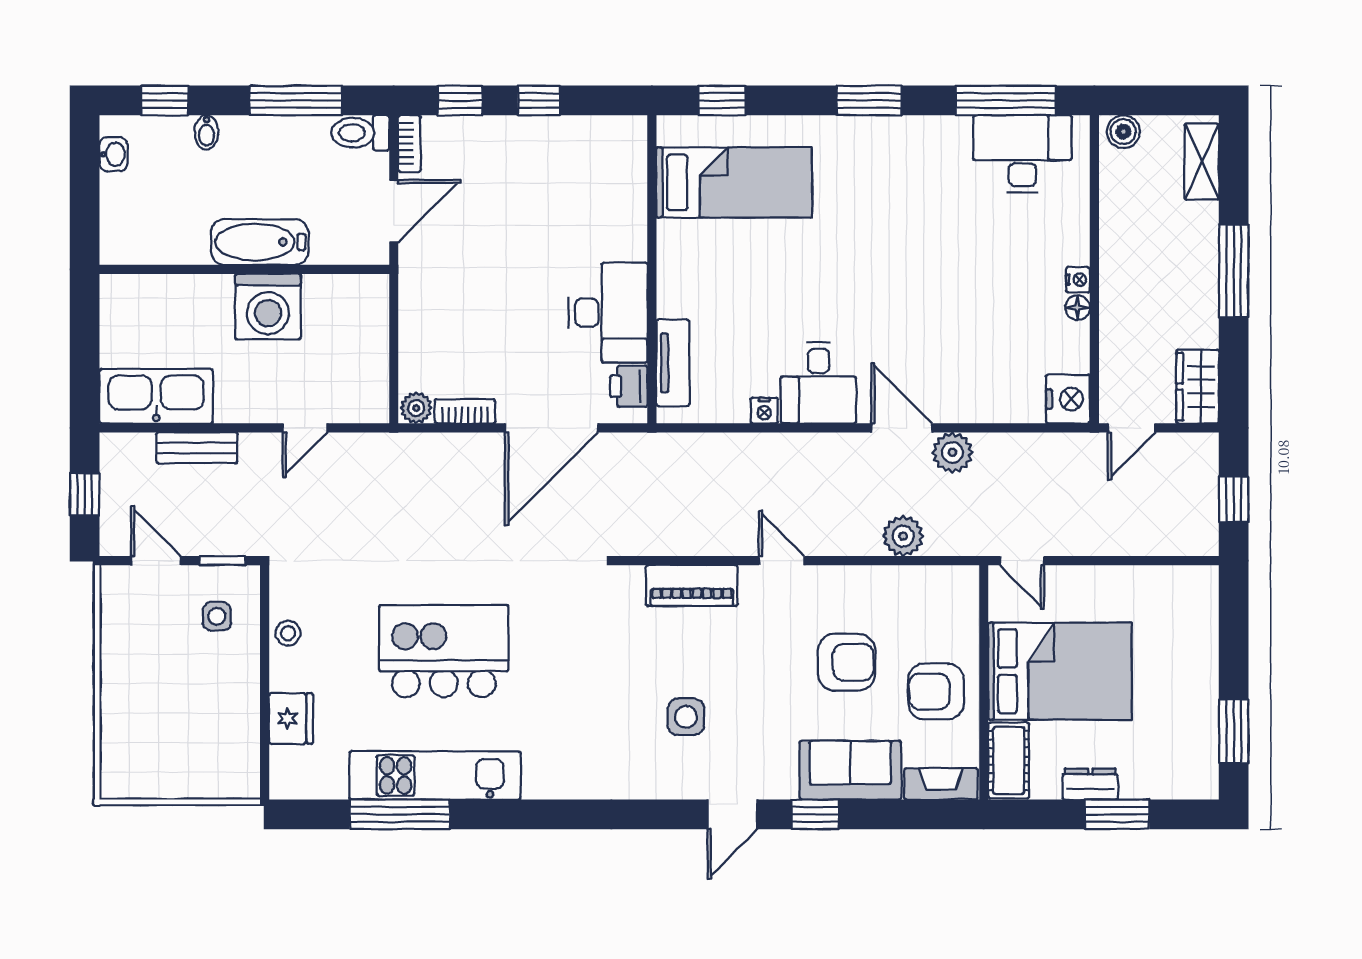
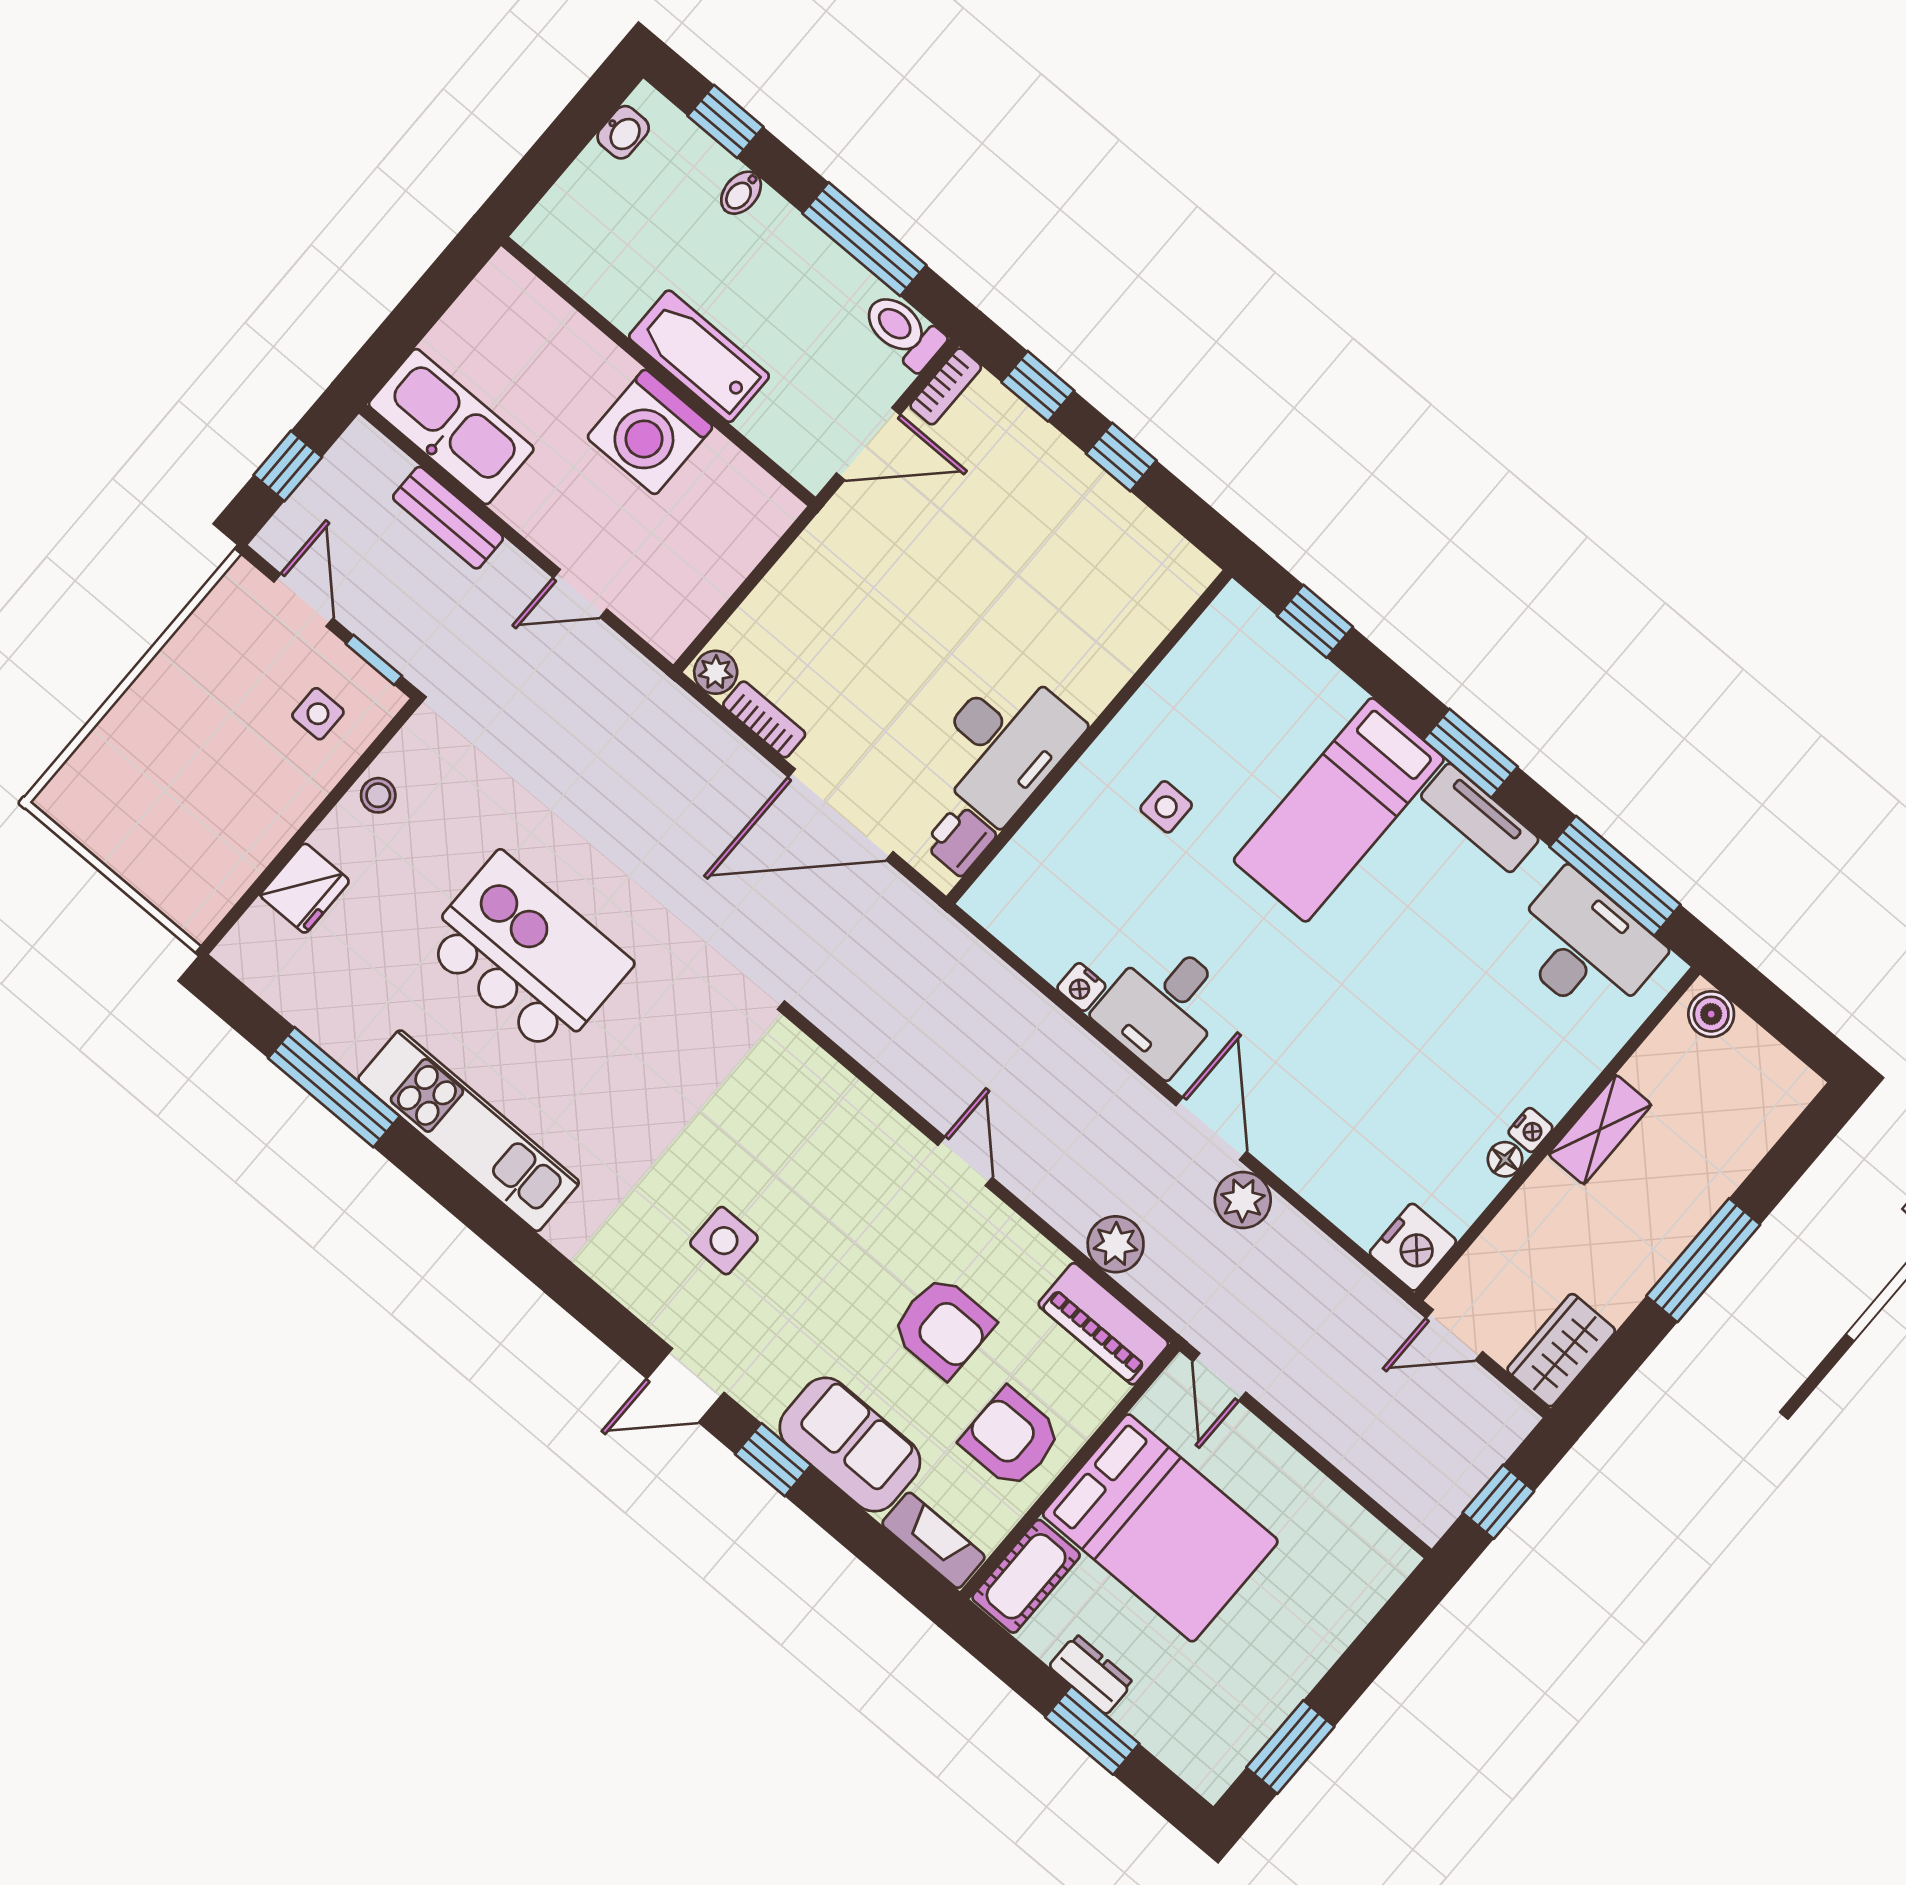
shelving: (1202, 162) -> (1600, 1130), moved
bed: (734, 182) -> (1339, 810), moved, turned 90
side table: (727, 272) -> (1166, 807), added
tv unit: (673, 363) -> (1480, 818), moved, turned 90
piano: (692, 586) -> (1103, 1324), moved
kitchen unit: (435, 775) -> (469, 1131), moved

